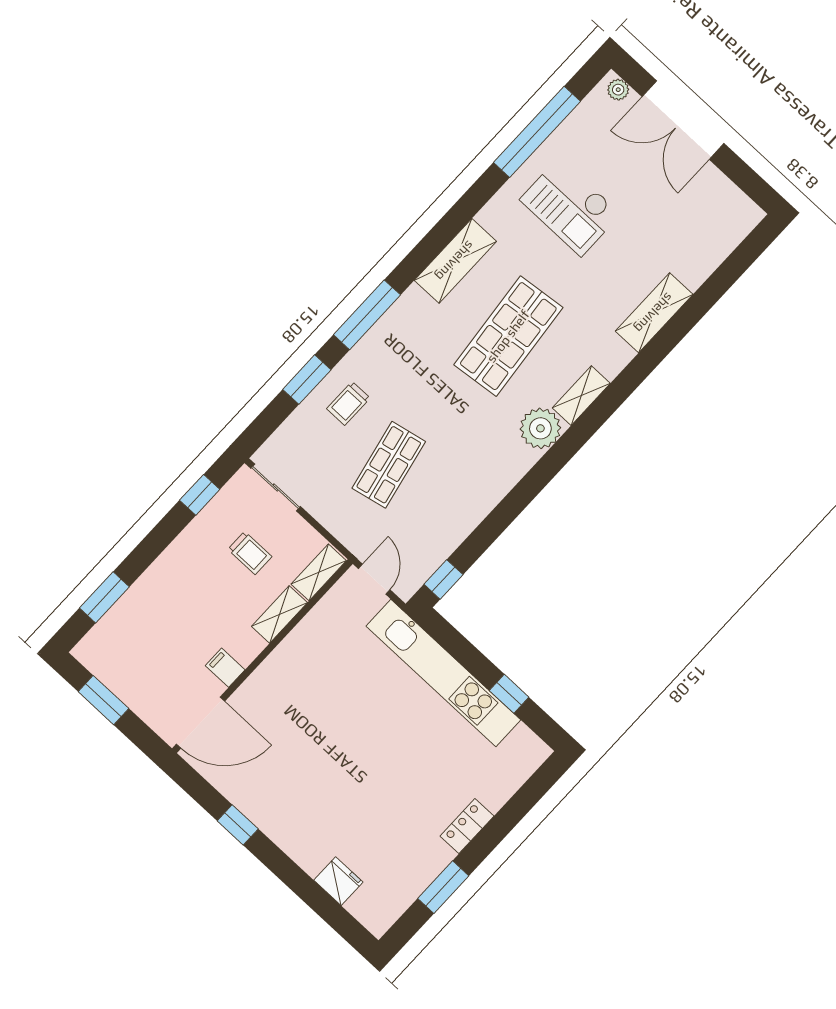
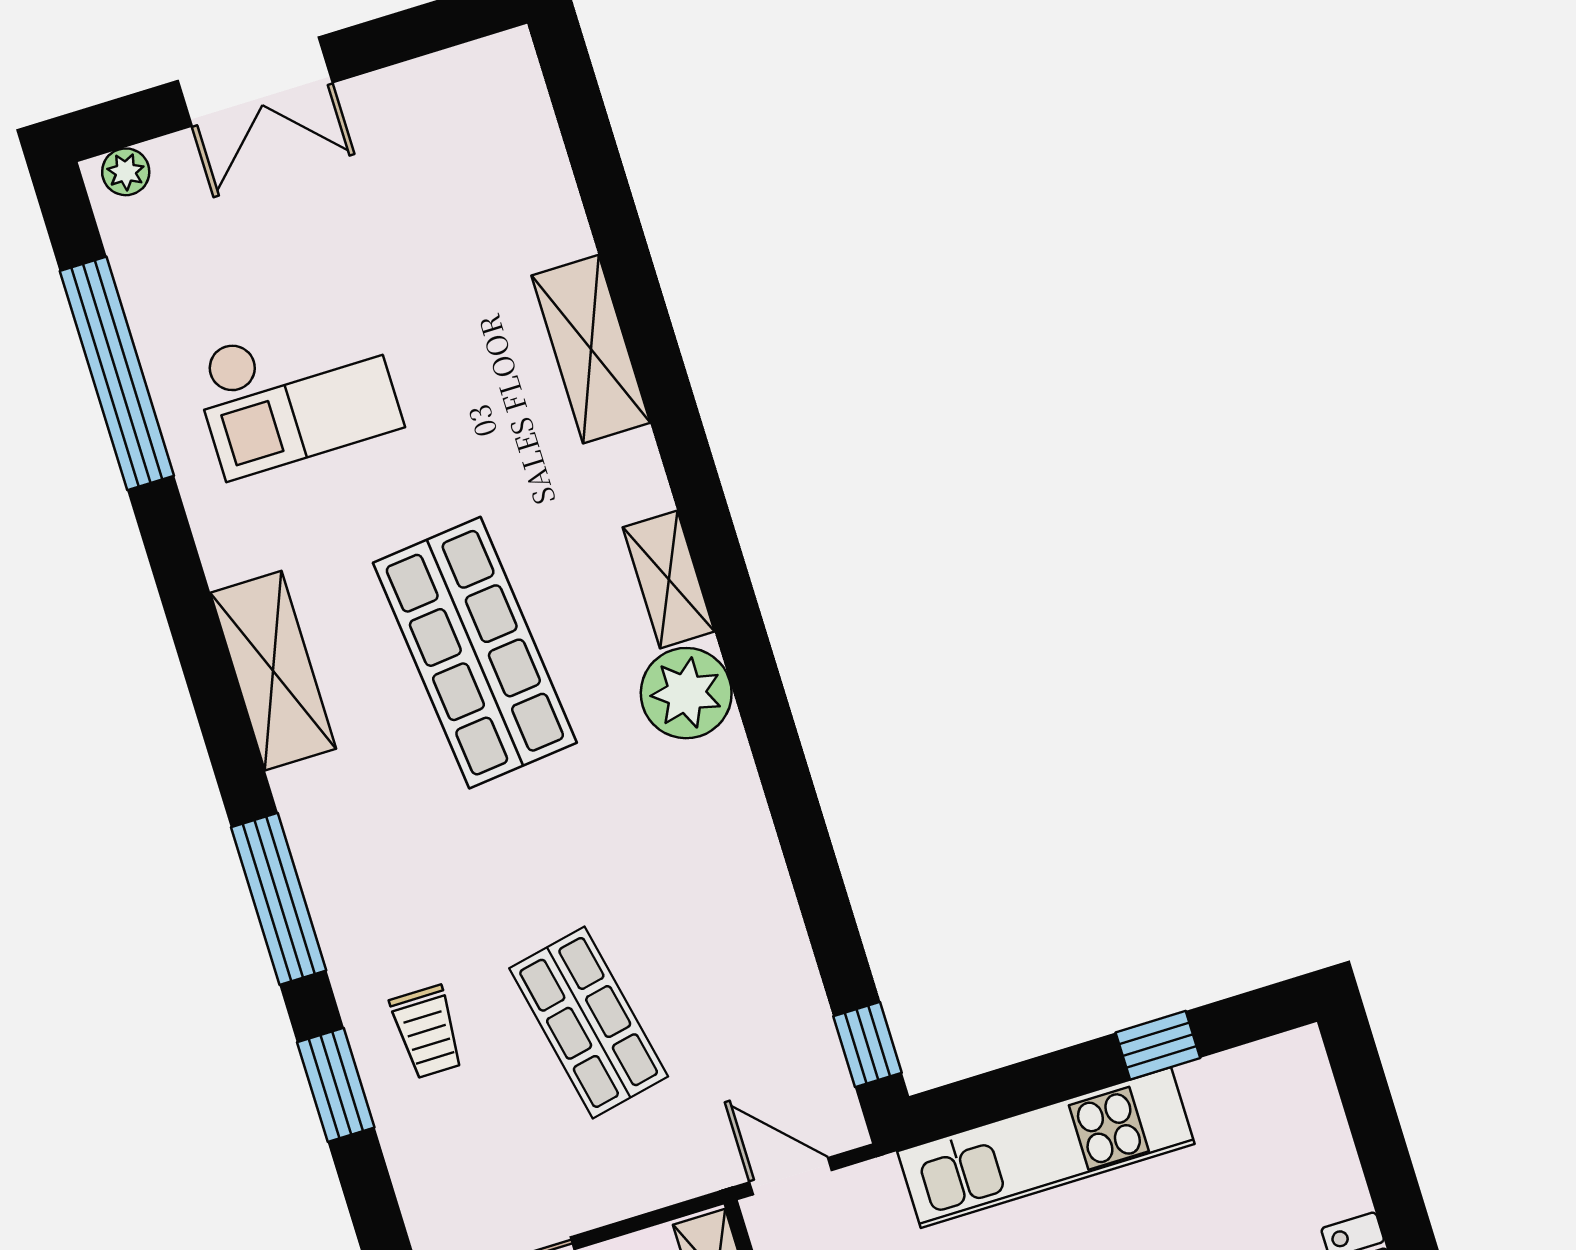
double door: (683, 120) -> (255, 82), width x0.73
kitchen unit: (443, 673) -> (1046, 1148), width x0.73

